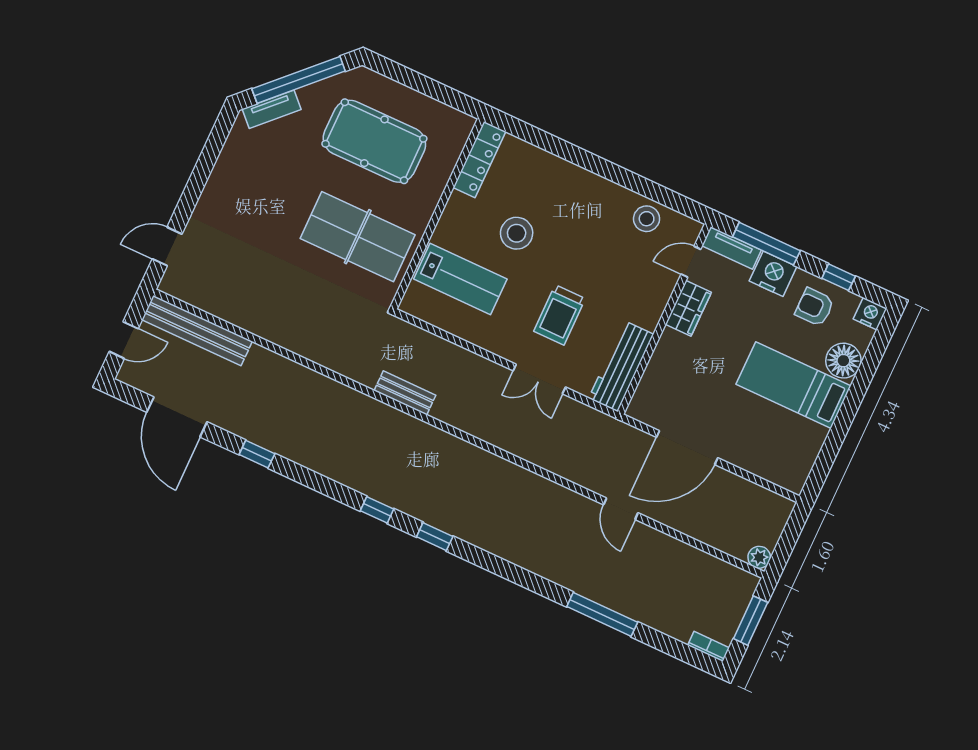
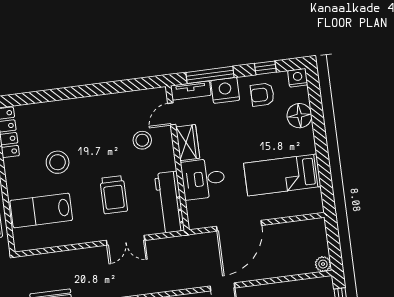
stool: (647, 219) -> (142, 140), moved
lab bench: (460, 279) -> (41, 210), turned 180
desk: (680, 364) -> (203, 179), added
bed: (793, 385) -> (282, 175), moved

